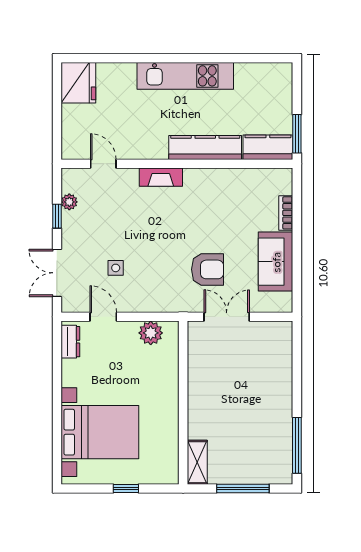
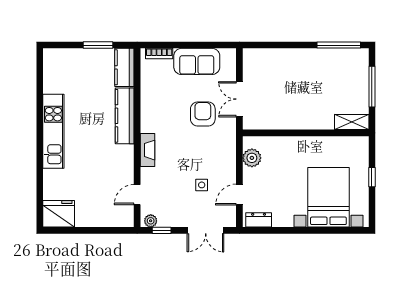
kitchen counter: (268, 147) -> (124, 67), moved
kitchen counter: (205, 148) -> (125, 116), moved
door: (103, 164) -> (137, 195), moved
wall: (177, 164) -> (137, 138), moved
fireplace: (161, 177) -> (147, 150), moved

